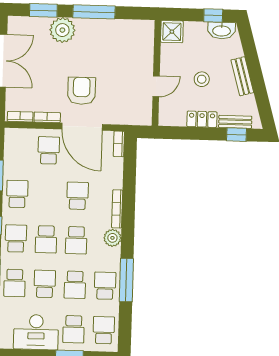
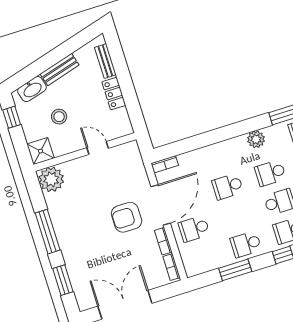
plant: (62, 30) -> (51, 179), moved
washbasin: (222, 30) -> (32, 89), moved, turned 74
stool: (202, 79) -> (59, 117), moved
window: (236, 135) -> (117, 56), removed
bookcase: (117, 209) -> (227, 144), removed
school desk: (76, 240) -> (270, 173), turned 180

